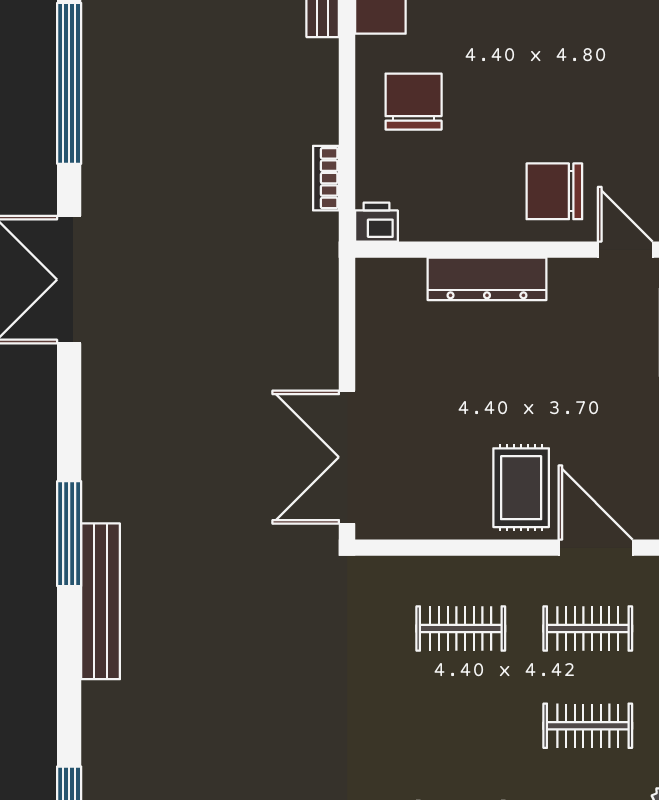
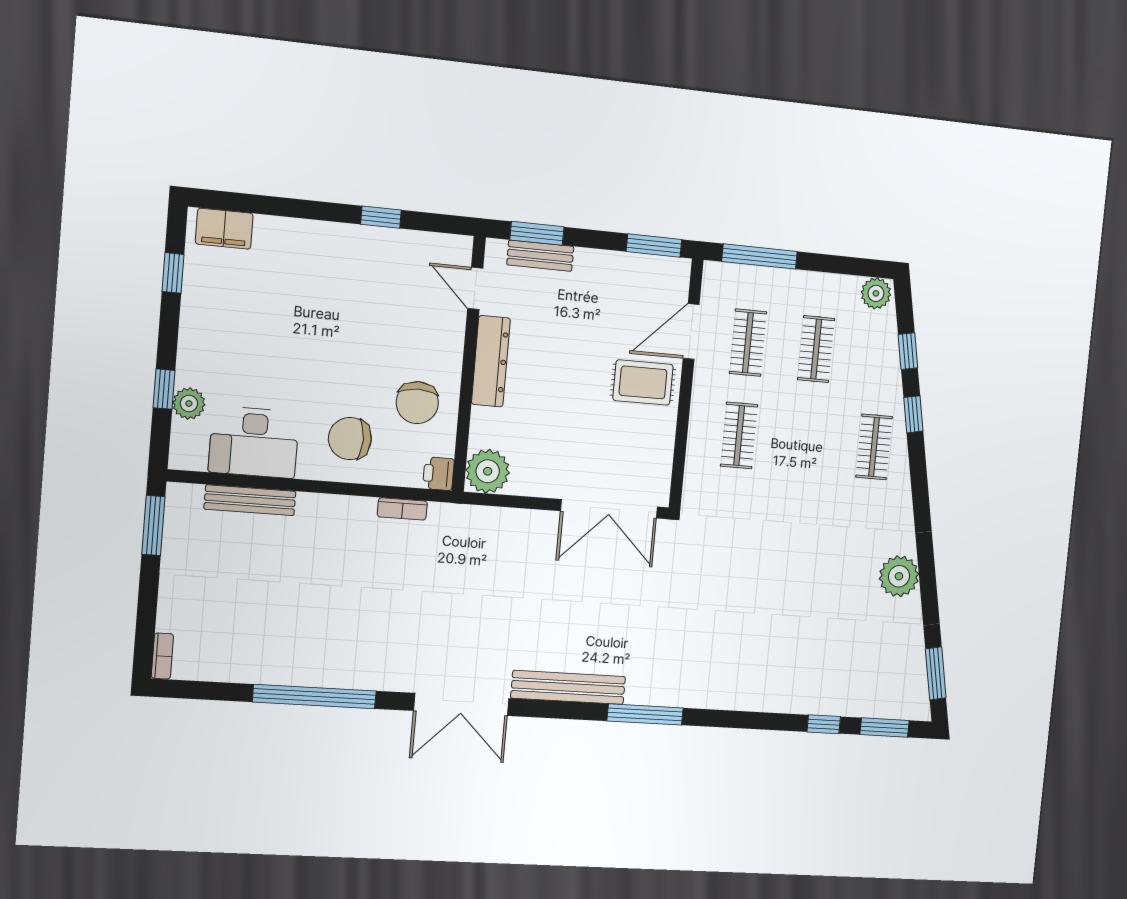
chair: (554, 191) -> (417, 403), moved
door: (625, 250) -> (475, 288), hinge flipped
dresser: (487, 279) -> (491, 361), moved
plant: (385, 287) -> (488, 471), added
bench: (101, 601) -> (568, 687), moved

